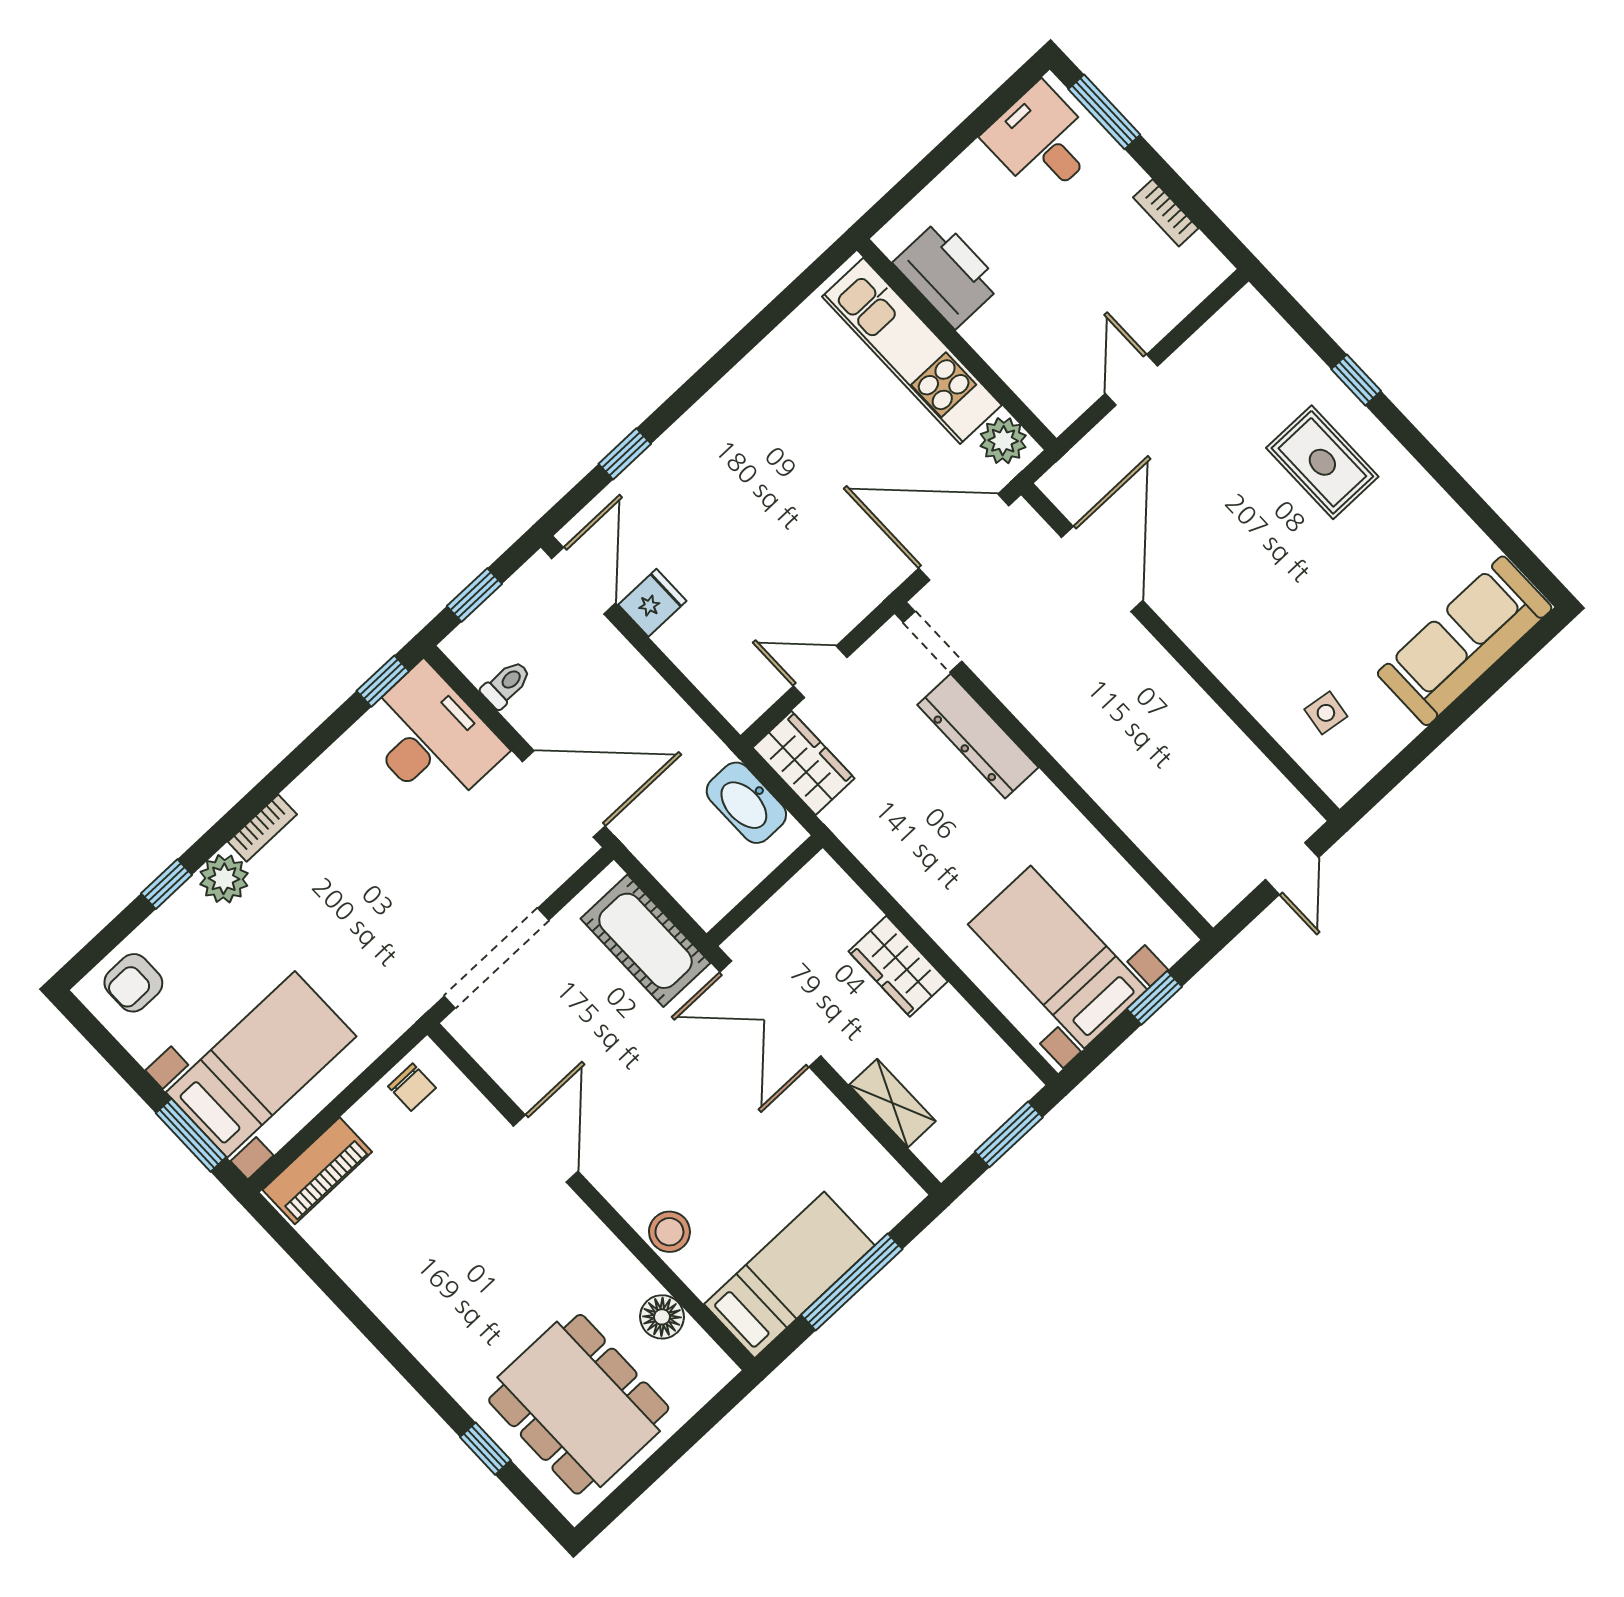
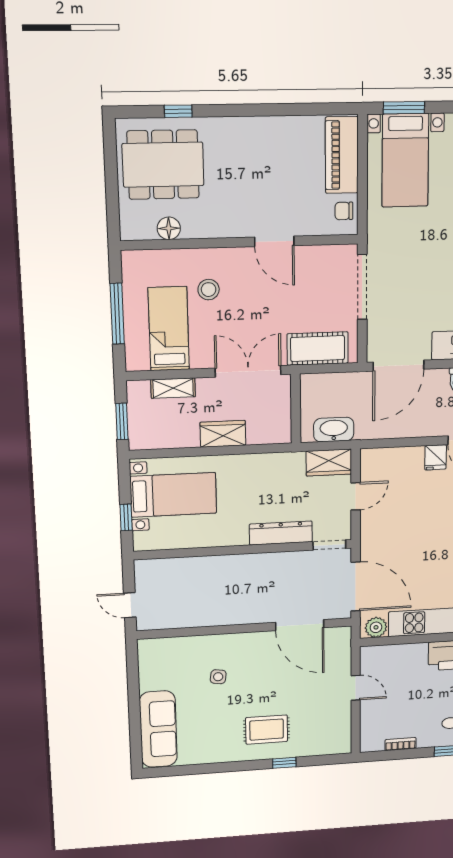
door: (964, 537) -> (356, 586), hinge flipped
side table: (1326, 713) -> (218, 677), moved
piano: (317, 1171) -> (342, 155), width x1.37, depth x1.33
stool: (669, 1232) -> (209, 290), moved
bed: (789, 1275) -> (169, 329), moved, turned 180

